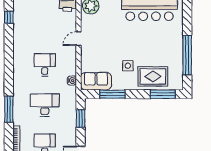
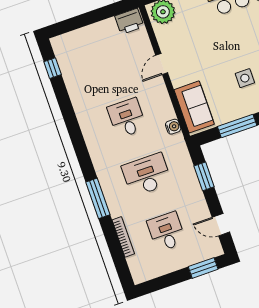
sofa: (96, 81) -> (194, 107), moved, turned 90

